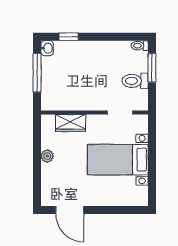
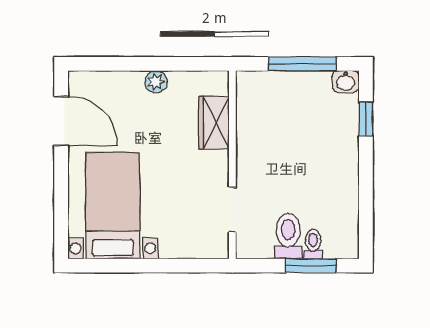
toilet: (140, 46) -> (313, 244), moved
bed with nightstands: (118, 160) -> (113, 206), moved
door: (70, 210) -> (61, 121), swing flipped

